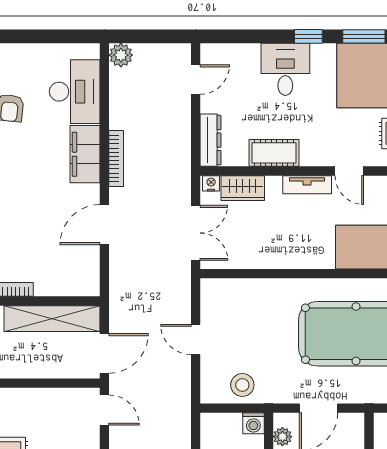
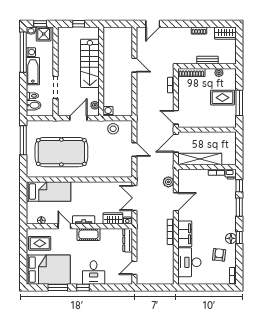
plant: (121, 55) -> (168, 182), moved
cot: (274, 153) -> (88, 234), moved

